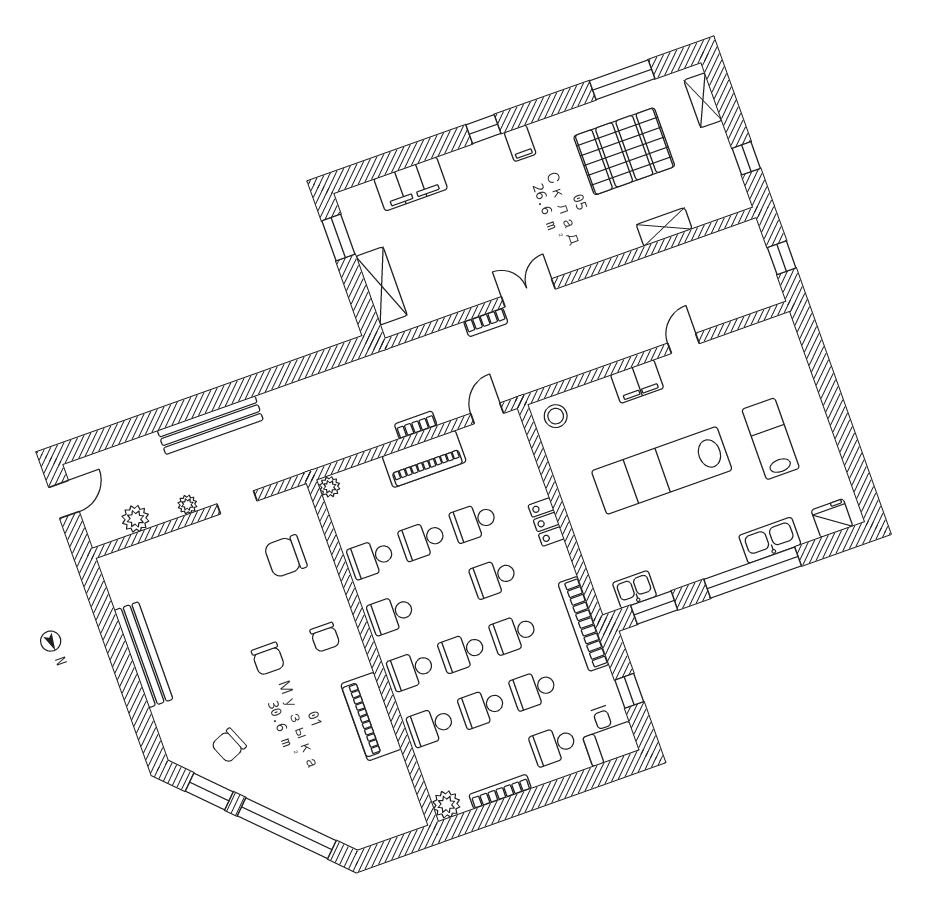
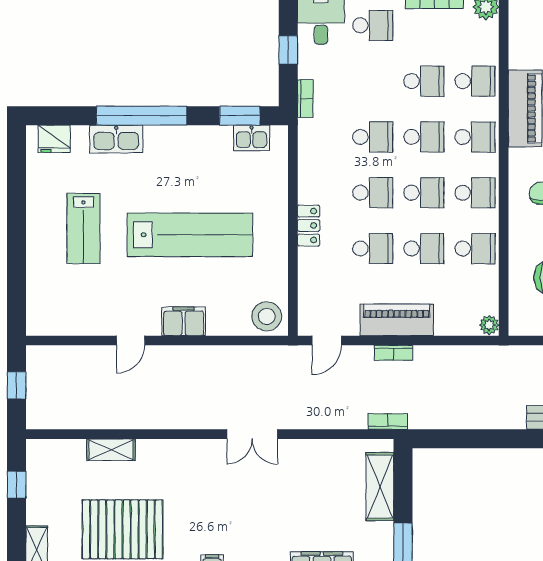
bookcase: (486, 322) -> (388, 422), moved
stool: (556, 416) -> (267, 316), width x1.38, depth x1.38
bookcase: (583, 624) -> (305, 99), width x0.43, depth x0.76
school desk: (533, 690) -> (424, 193), moved

